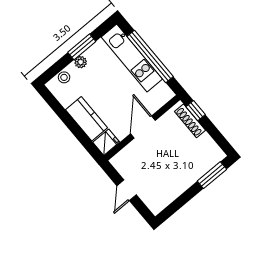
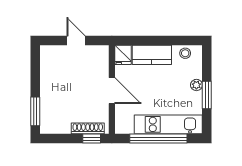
stool: (64, 77) -> (185, 53), moved

